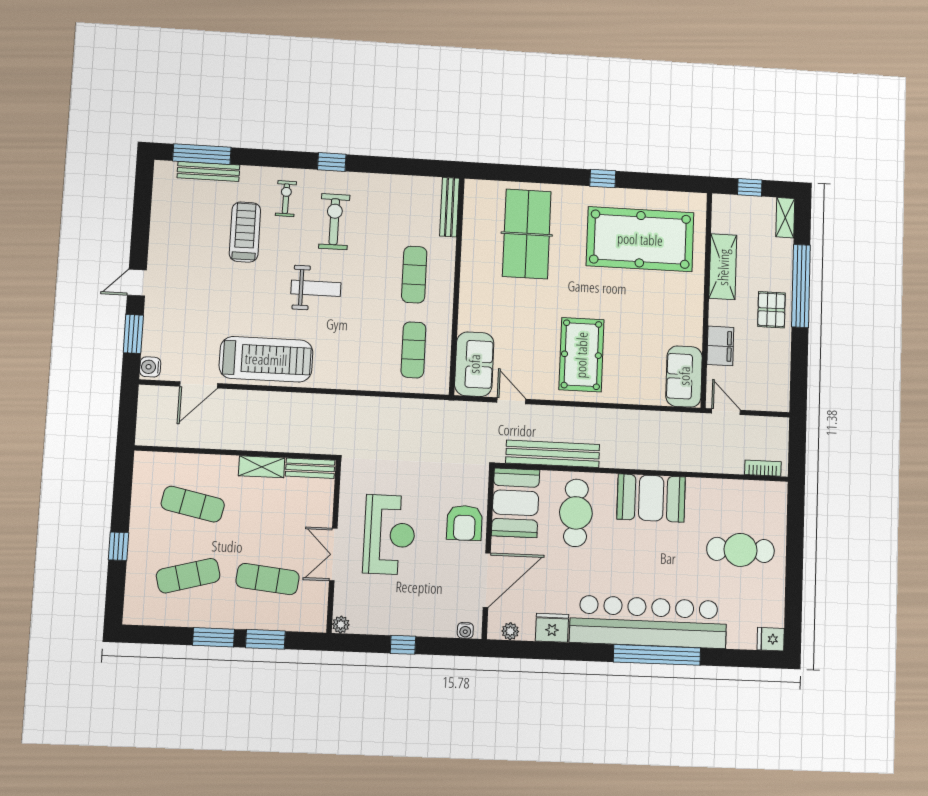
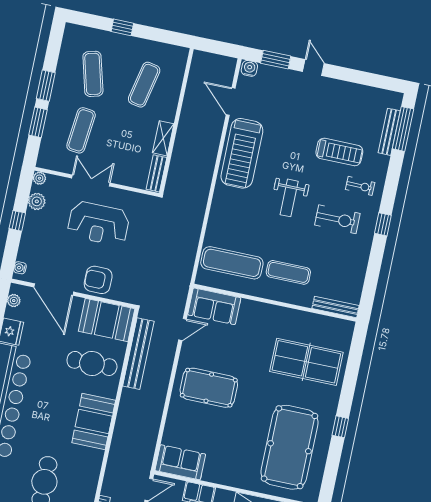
exercise mat: (413, 350) -> (232, 263), width x1.36, depth x1.45
plant: (373, 623) -> (37, 201), added

